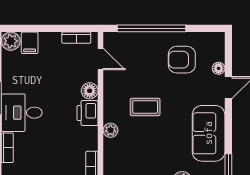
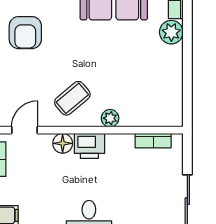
coffee table: (145, 107) -> (72, 98), moved, turned 50

